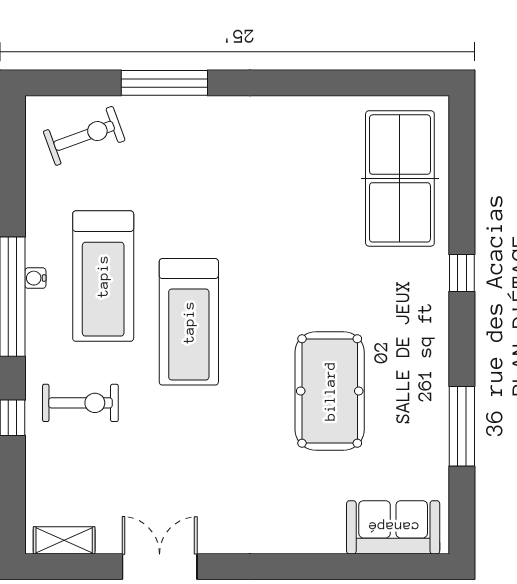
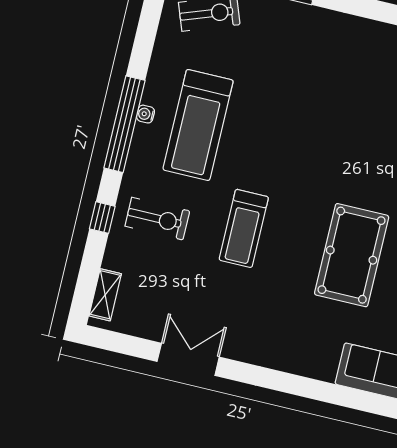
treadmill: (189, 322) -> (244, 228), moved, width x0.73, depth x0.73
shelving: (64, 540) -> (105, 295), moved, turned 90

